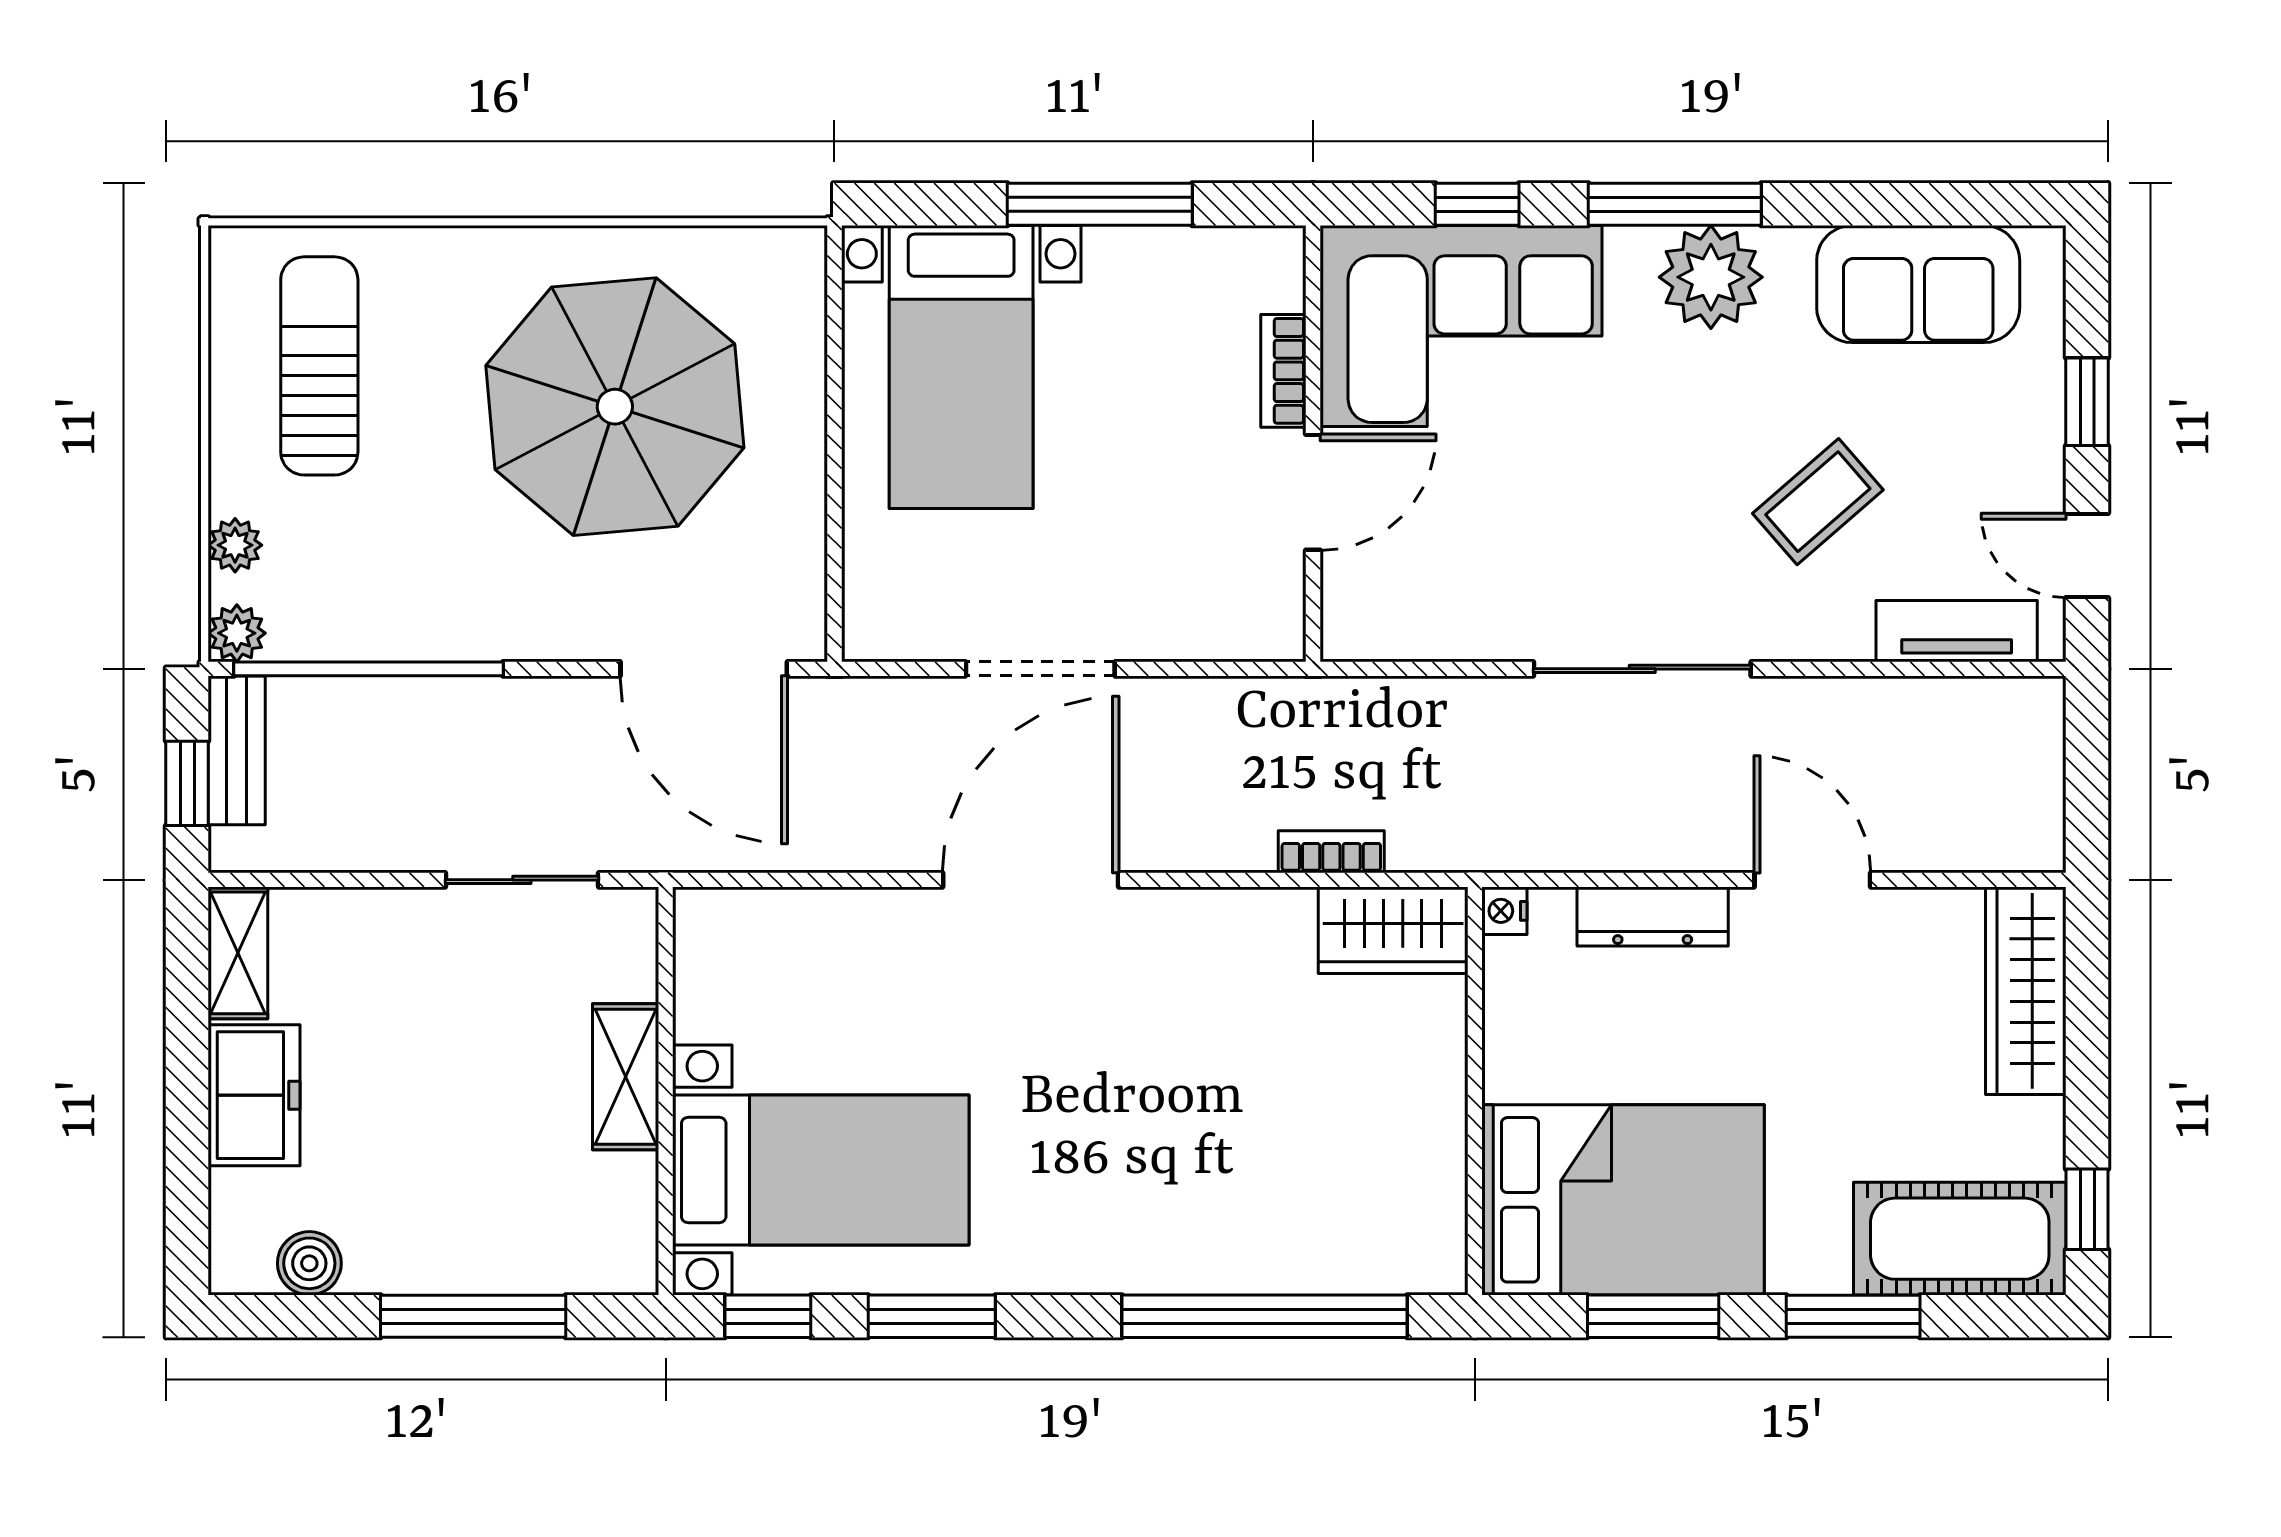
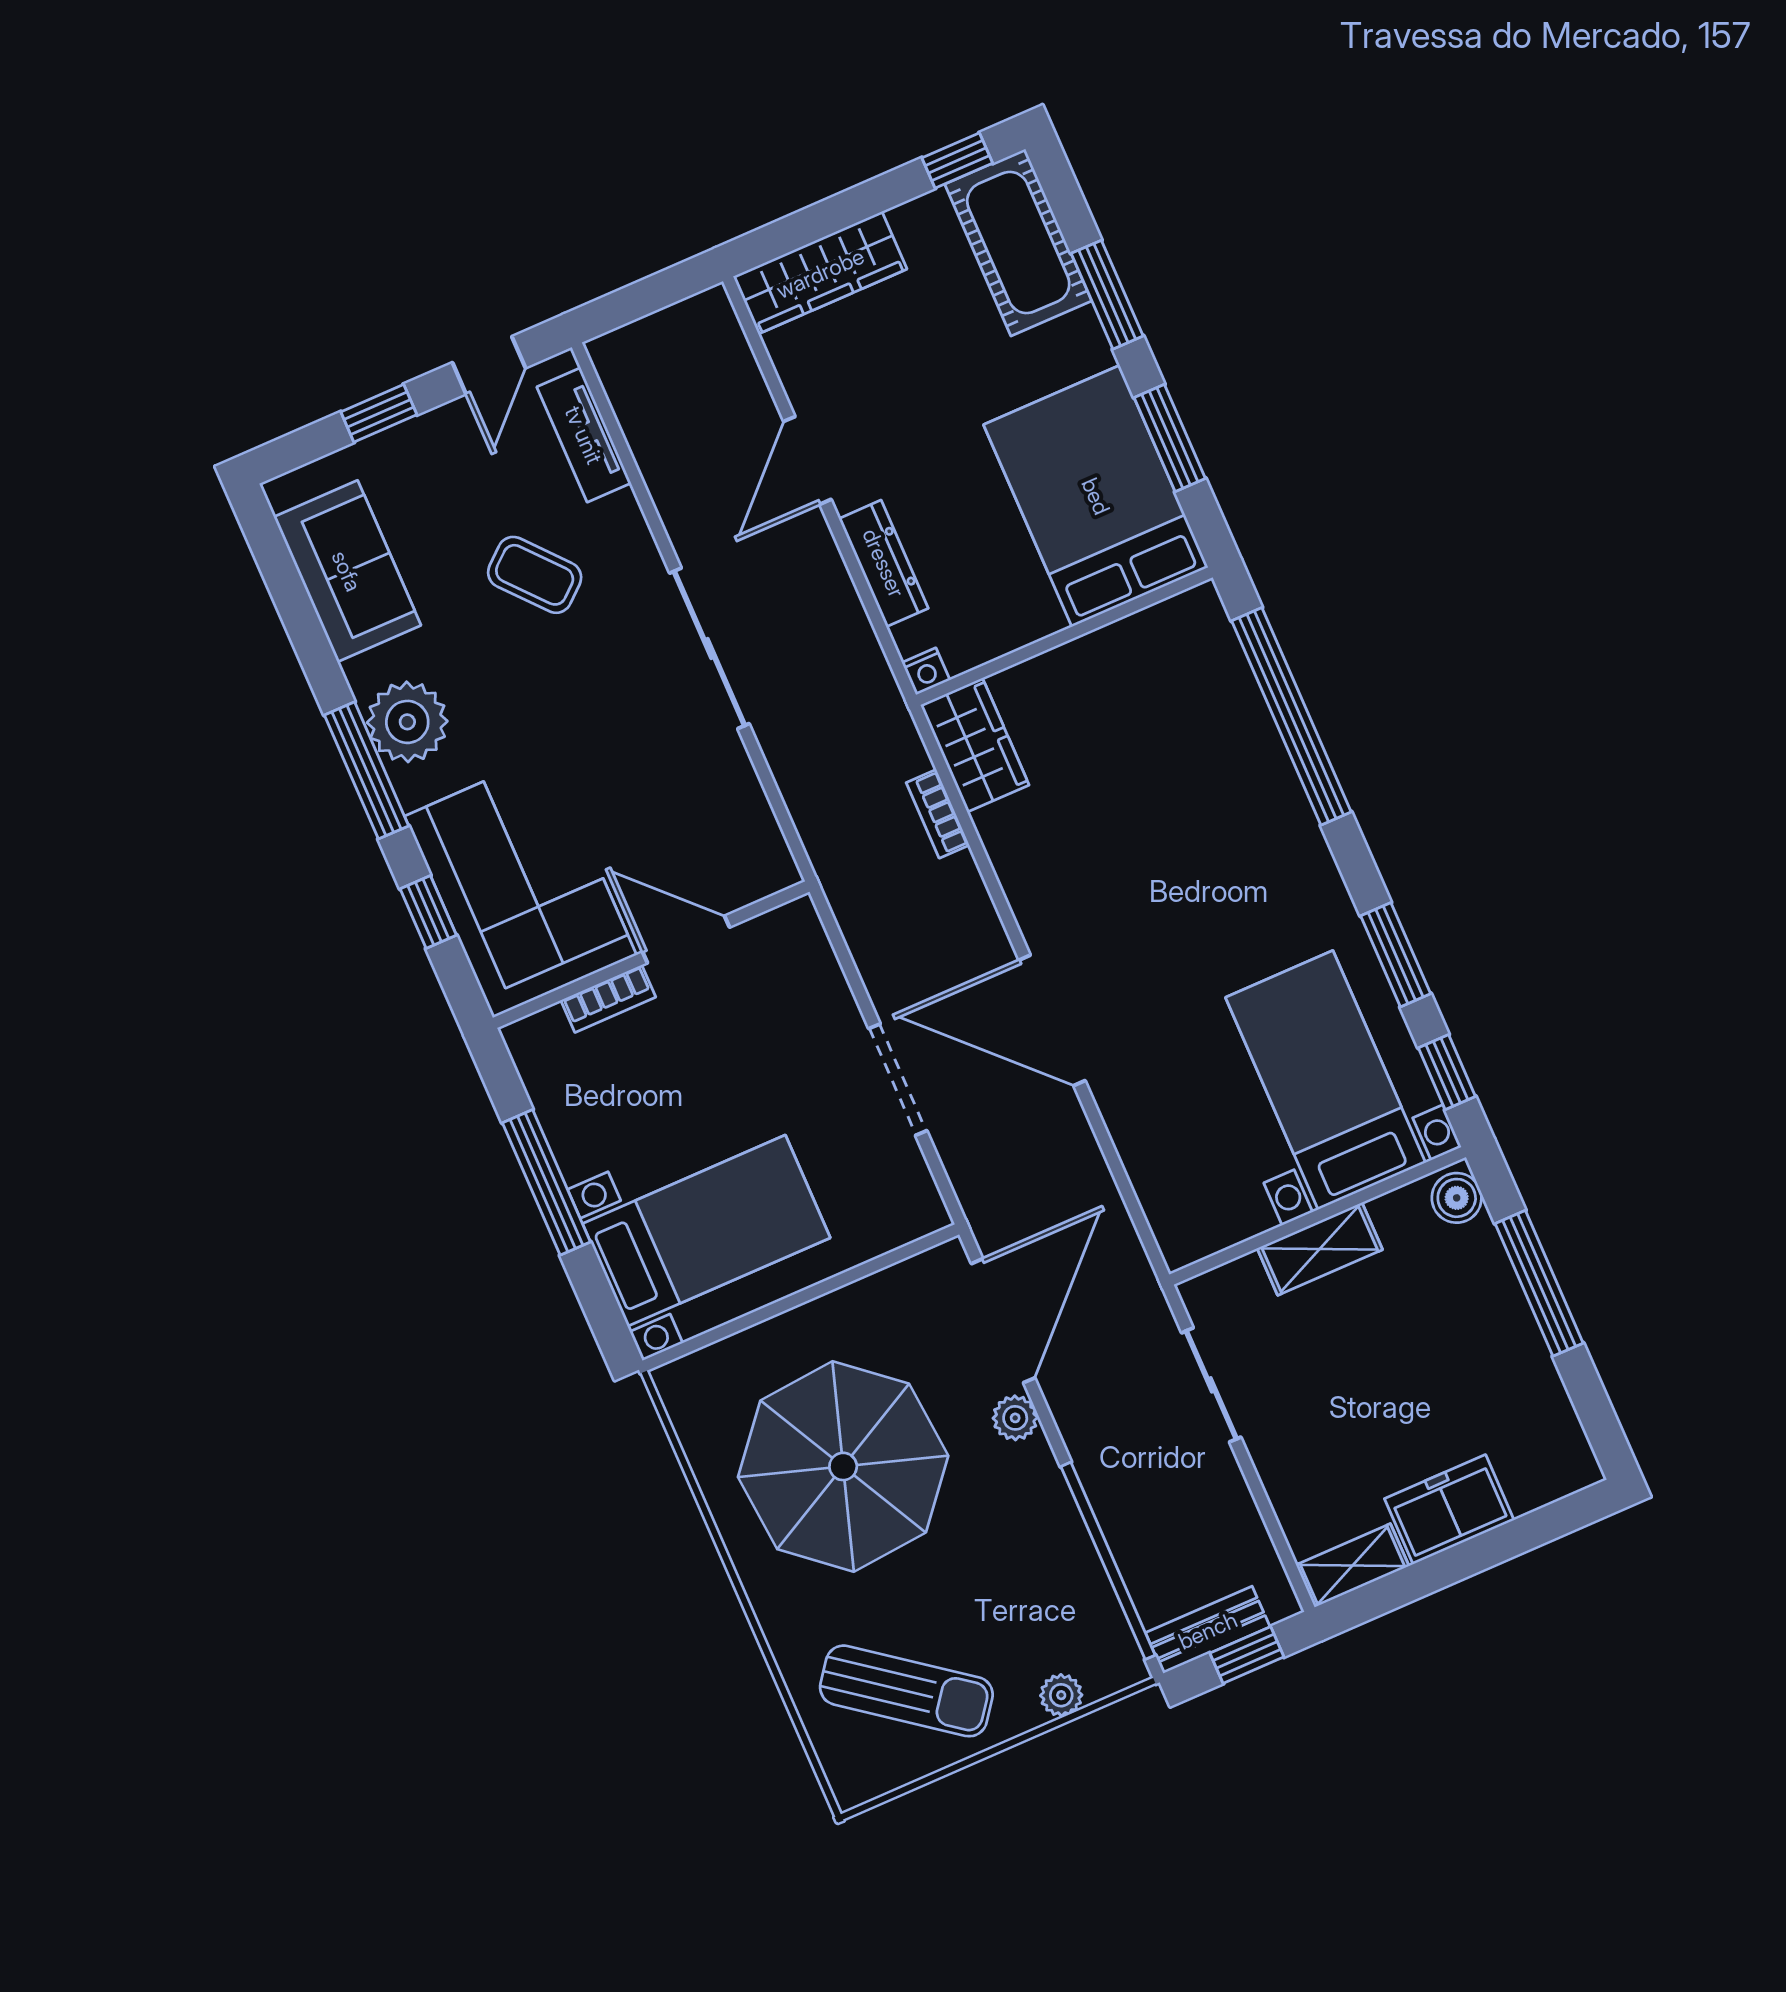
sun lounger: (319, 366) -> (906, 1691), turned -143
plant: (237, 633) -> (1015, 1418), moved
boiler: (309, 1263) -> (1457, 1198), moved

